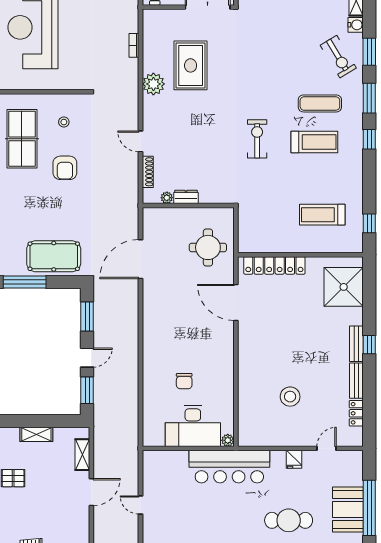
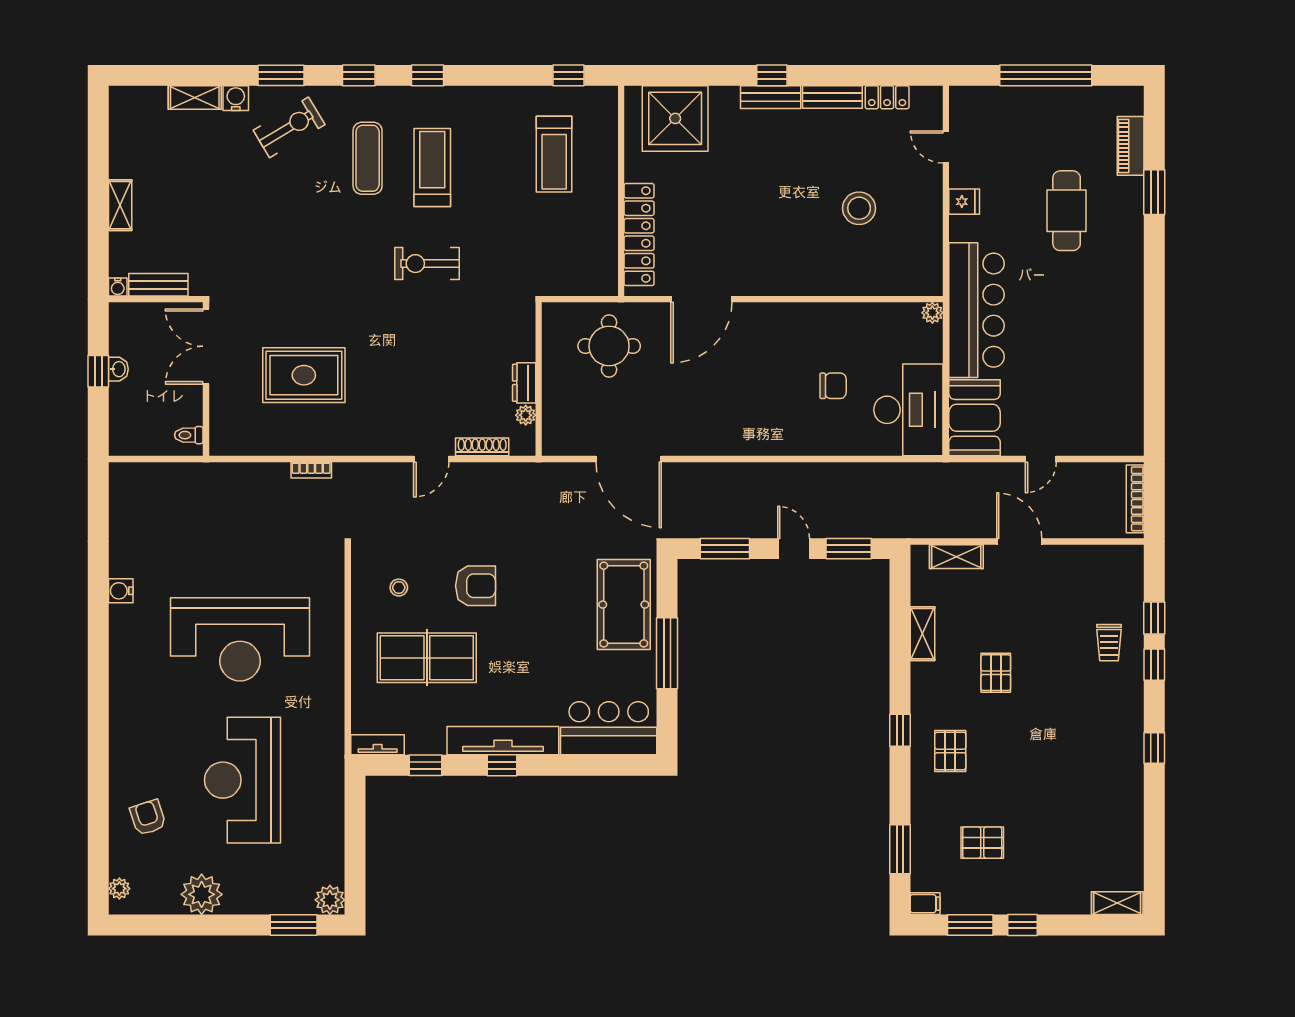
bookcase: (134, 45) -> (311, 470), moved
plant: (153, 84) -> (335, 437), removed
window: (369, 98) -> (359, 75), width x0.67
desk: (193, 426) -> (908, 410), moved
booth: (348, 509) -> (975, 418), moved, turned 90

